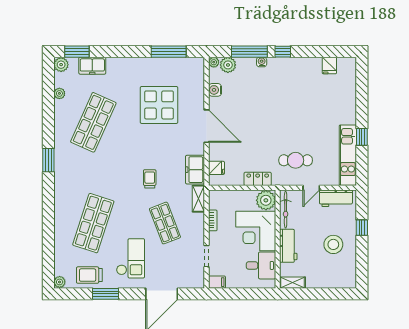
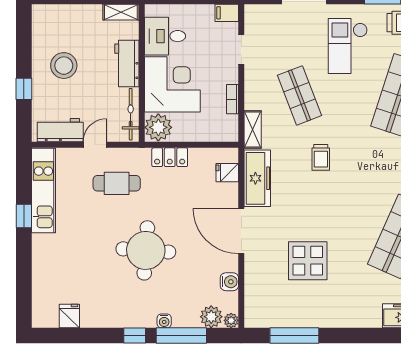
display table: (159, 105) -> (308, 261), width x0.73, depth x0.73
round table: (275, 112) -> (146, 250), added
freezer: (195, 170) -> (257, 178), width x1.40

